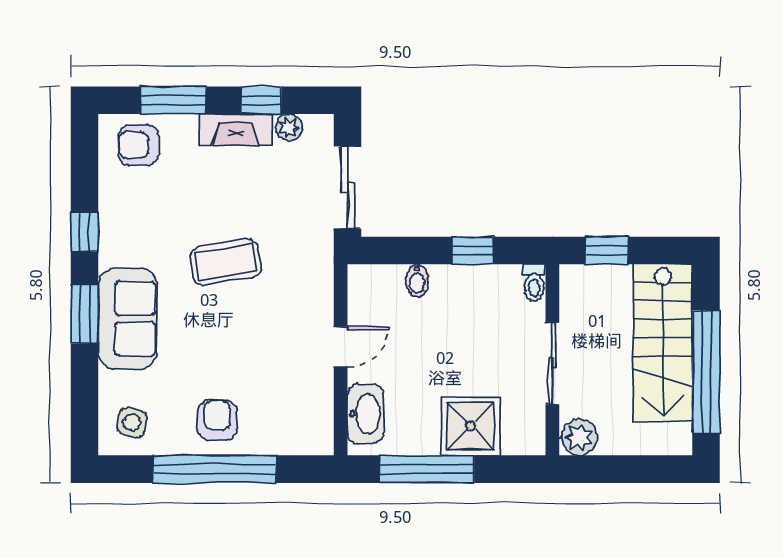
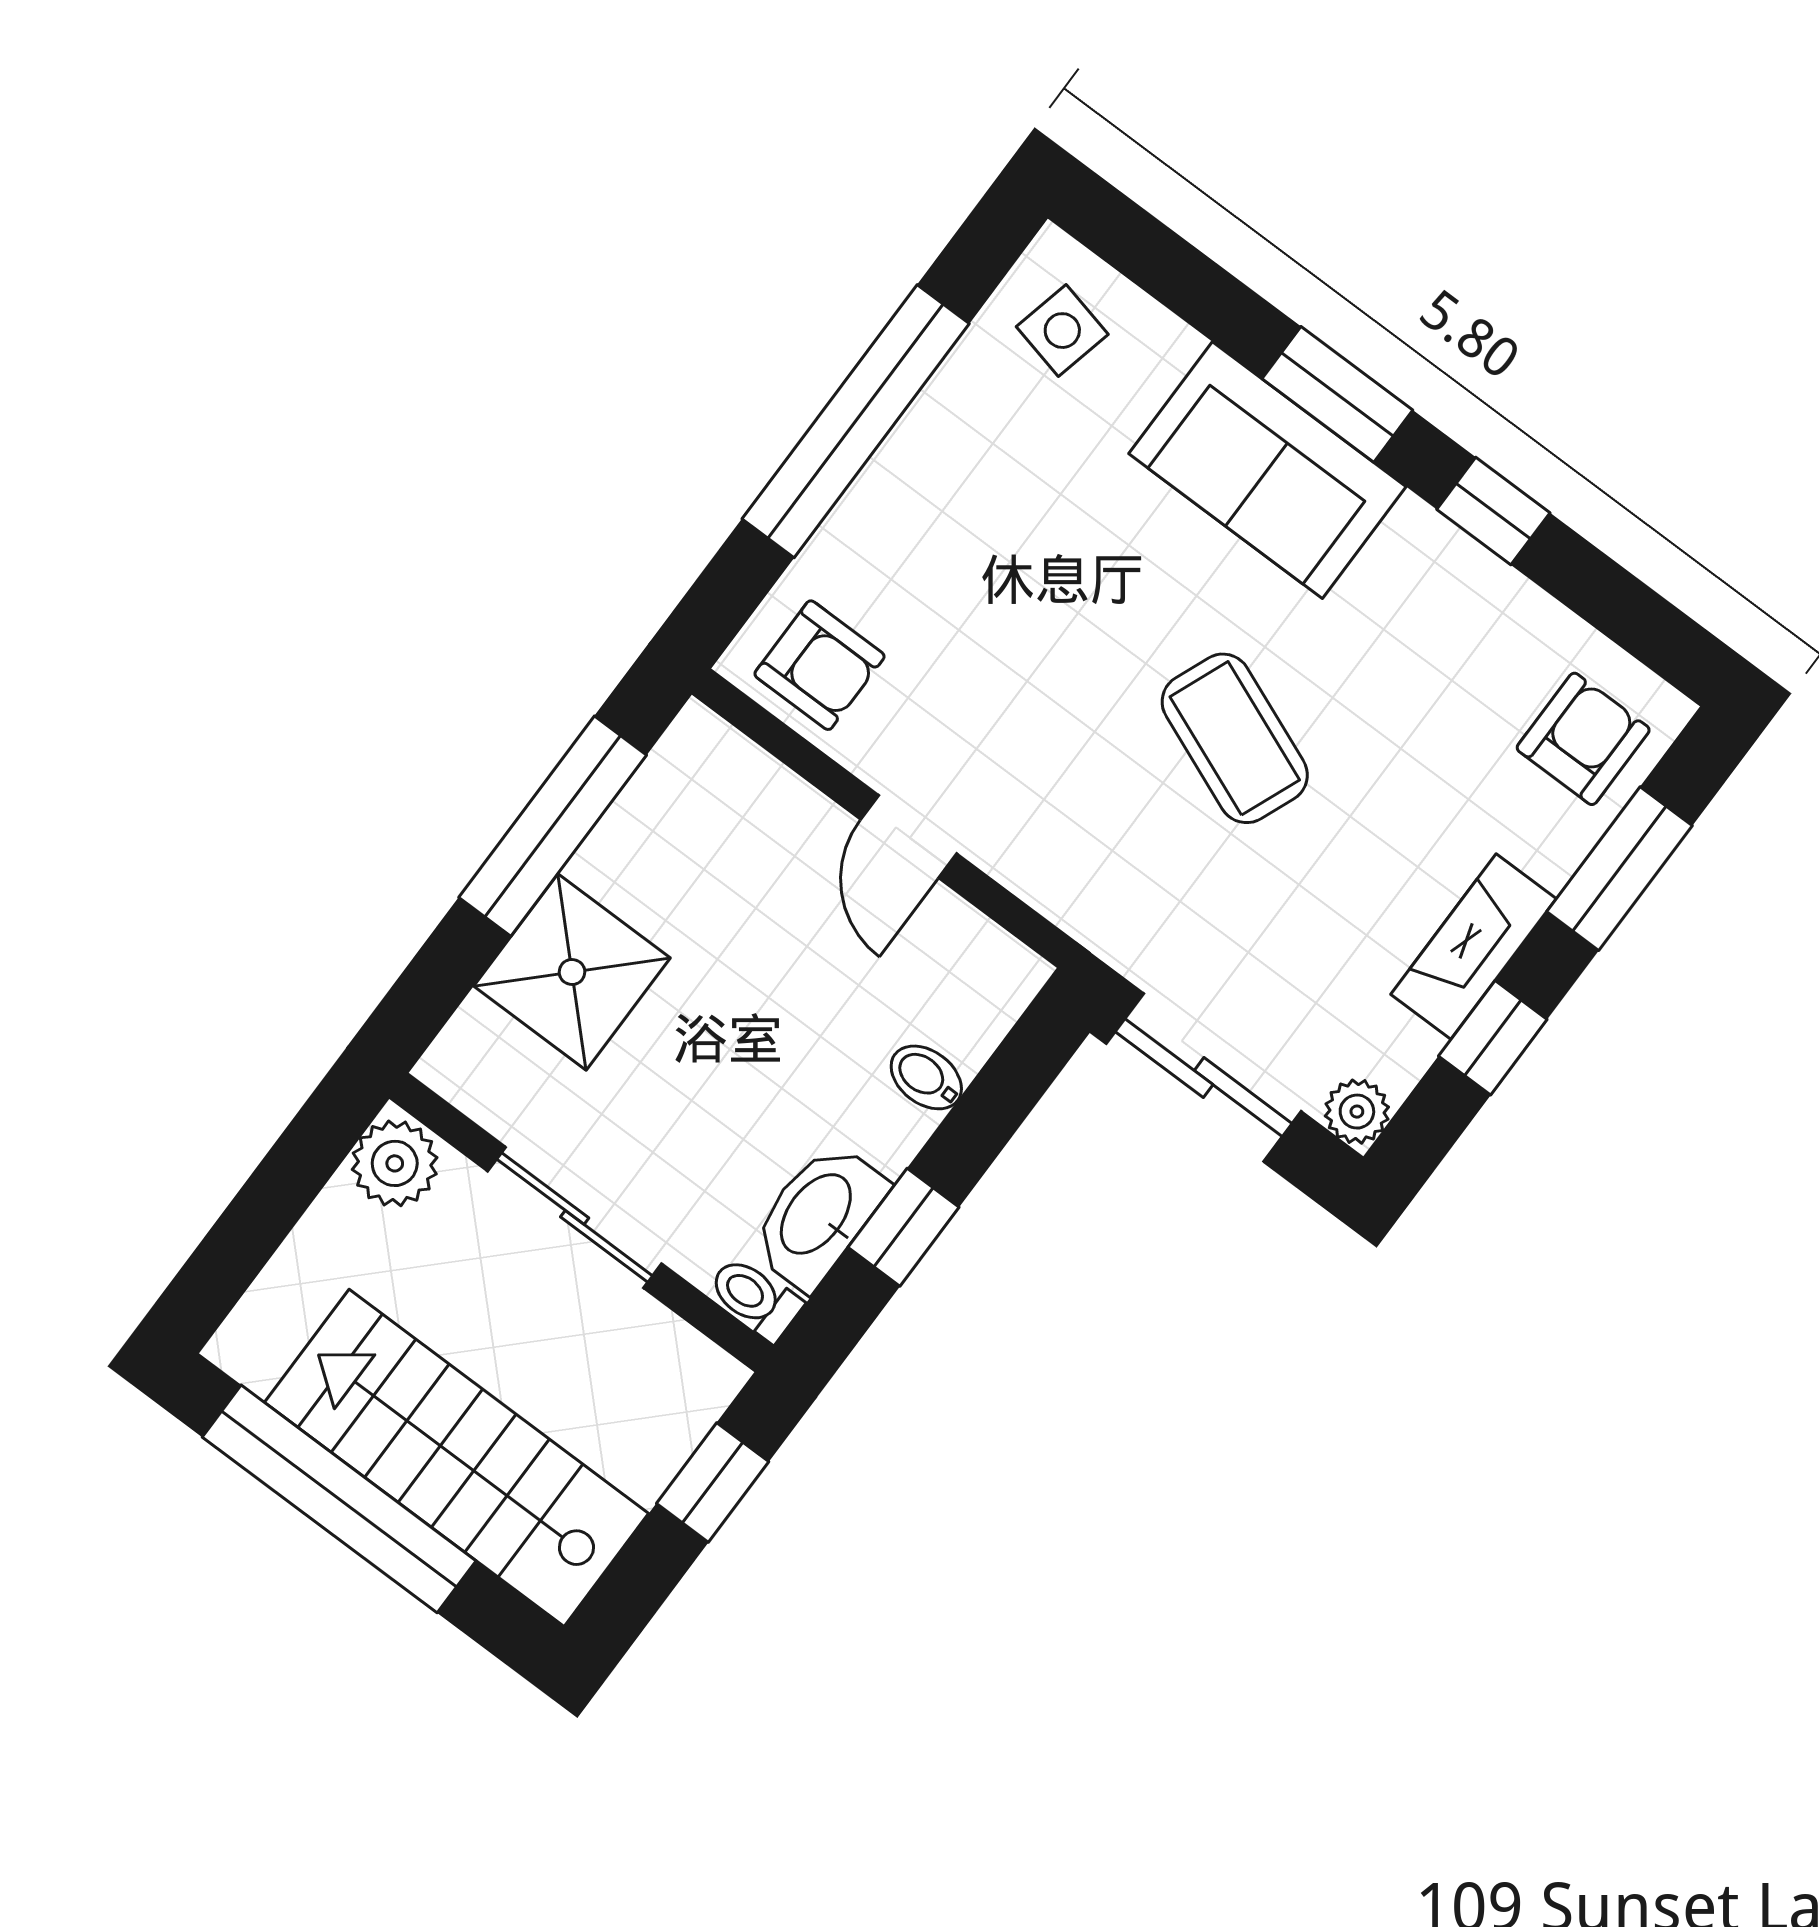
plant: (289, 127) -> (1357, 1112), moved
coffee table: (226, 262) -> (1235, 738), turned -59
washbasin: (365, 414) -> (818, 1216), moved, turned 90
armchair: (217, 420) -> (819, 665), moved

